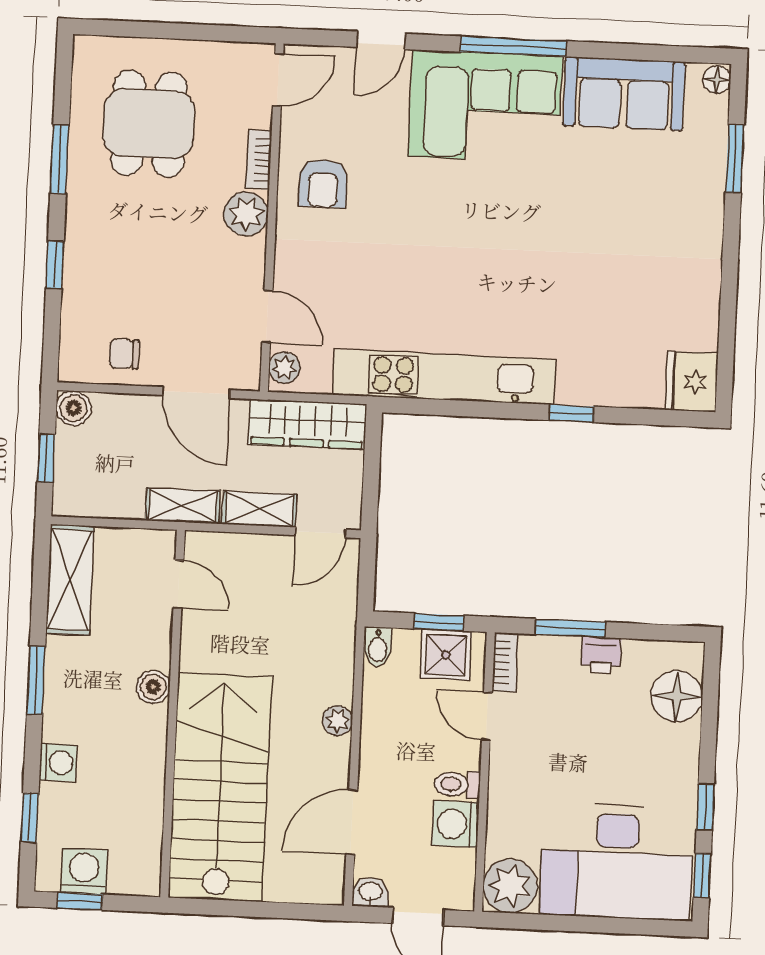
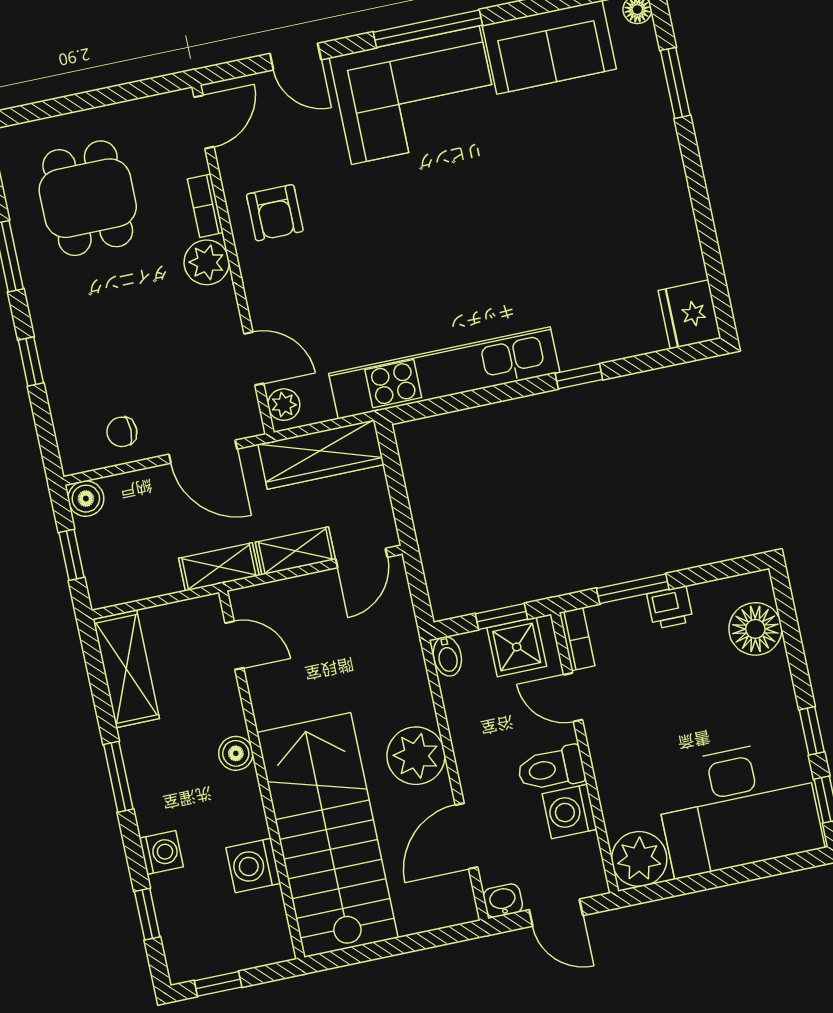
door: (381, 40) -> (295, 57), hinge flipped
plant: (337, 721) -> (416, 756), width x1.88, depth x1.88
toilet: (457, 784) -> (551, 769), width x1.37, depth x1.39
washing machine: (84, 871) -> (253, 866), moved, turned -90

